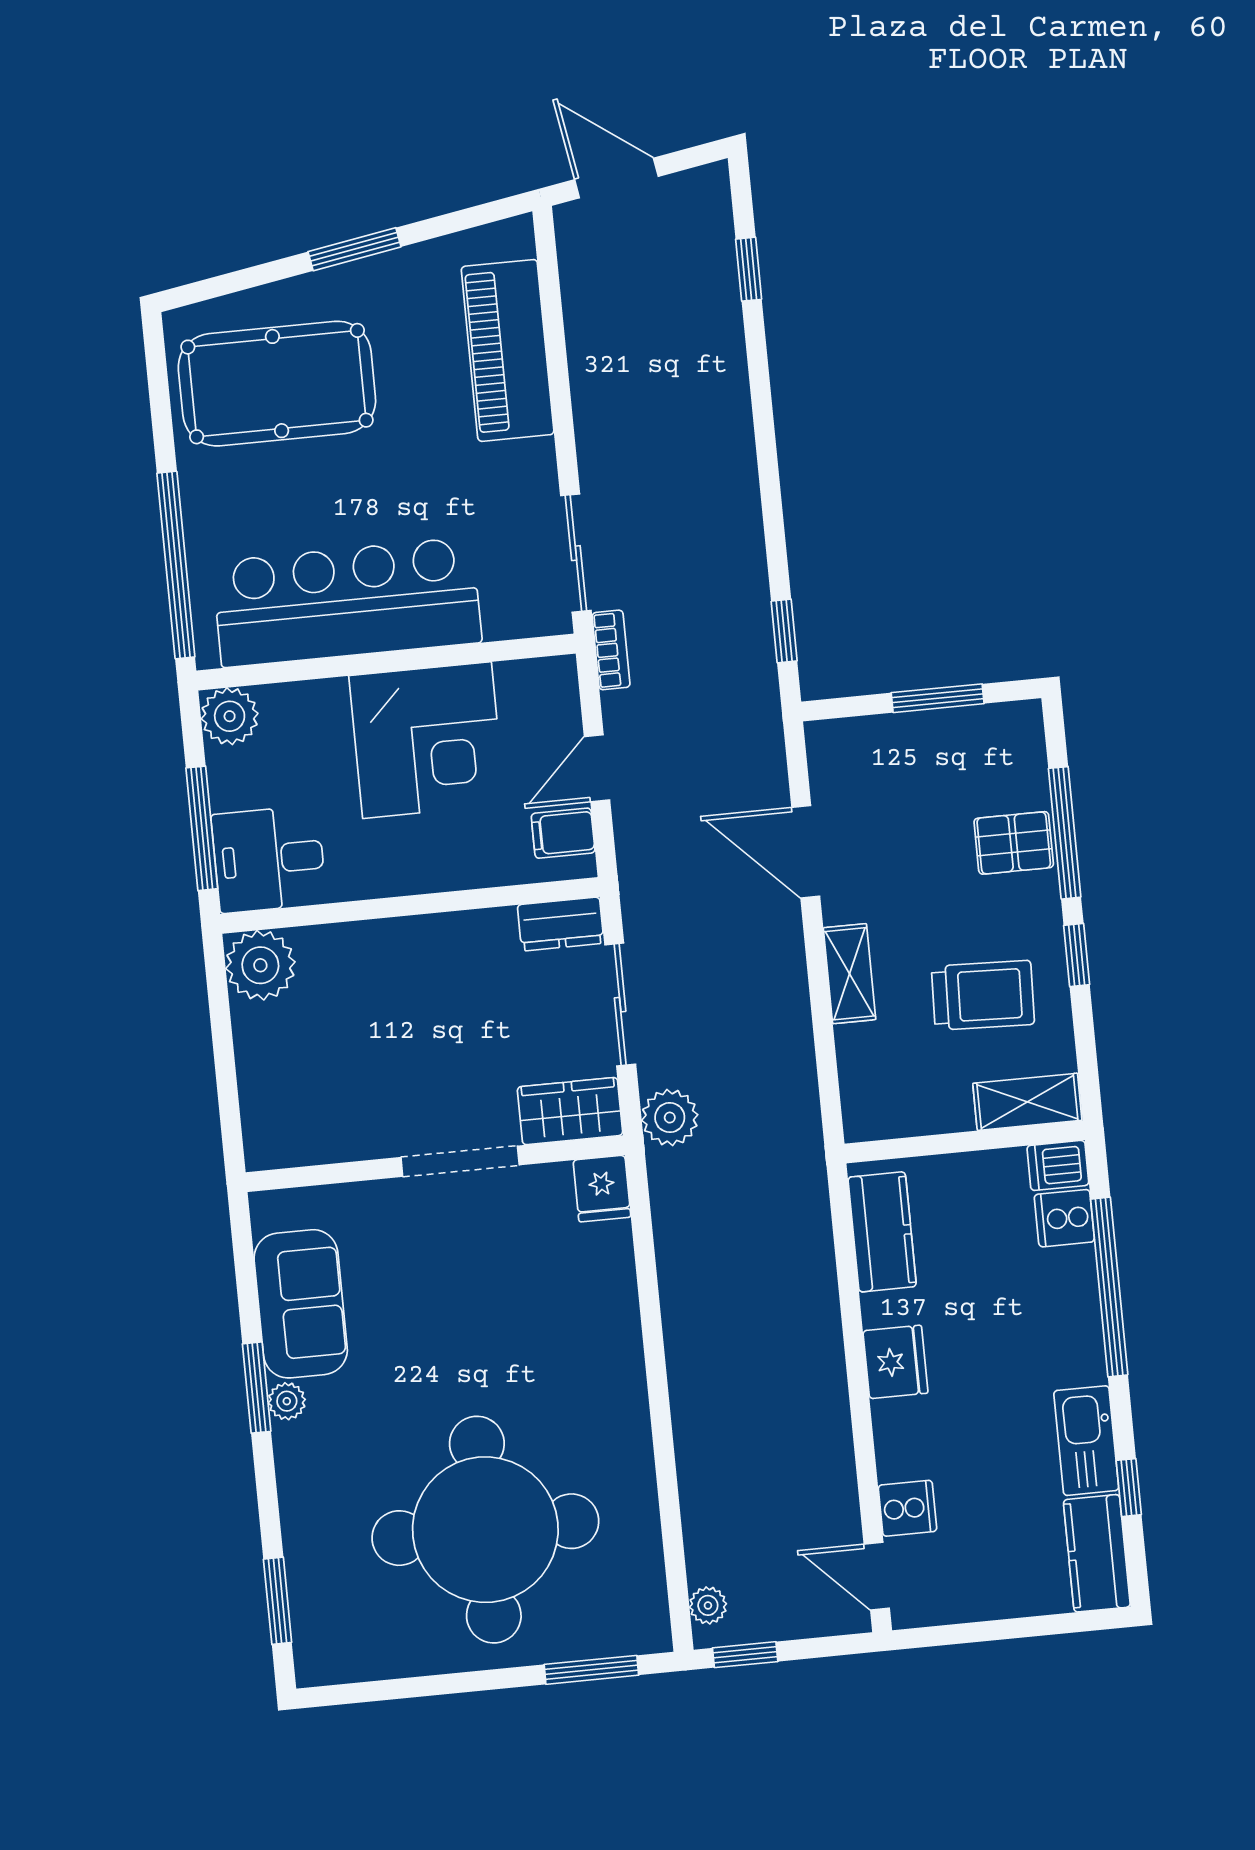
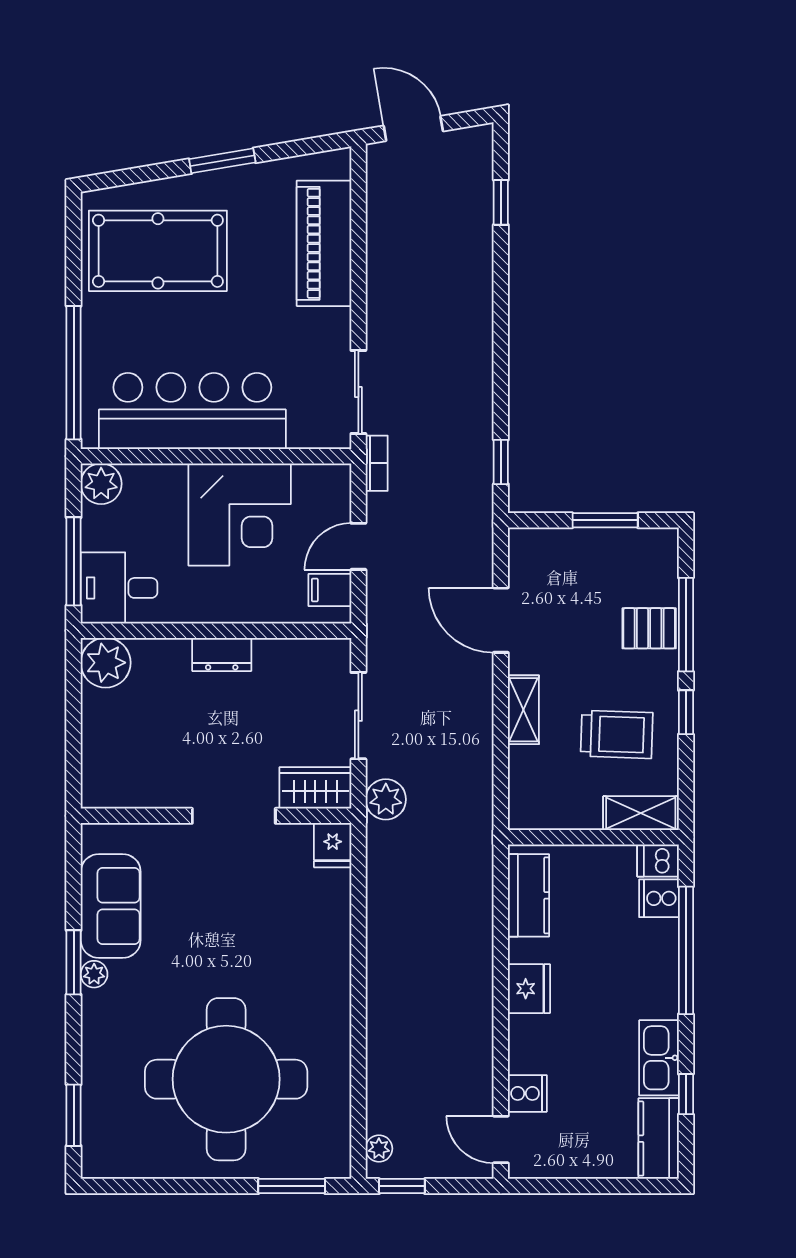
dresser: (561, 924) -> (222, 654), moved

